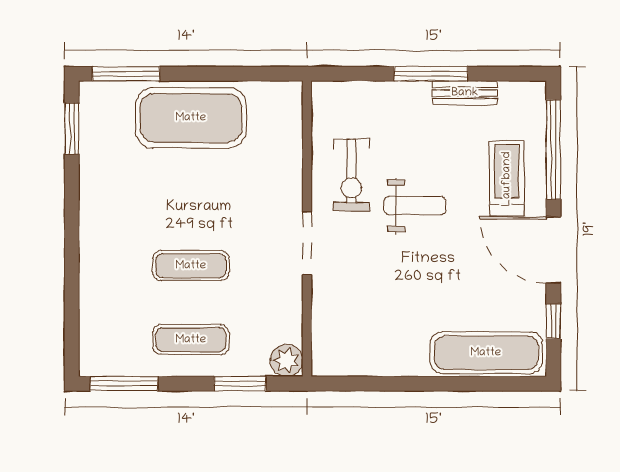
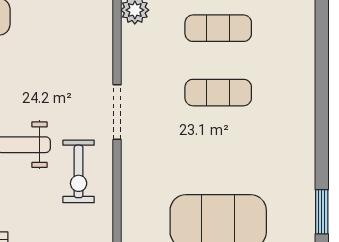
exercise bike: (351, 175) -> (79, 171), turned 180

